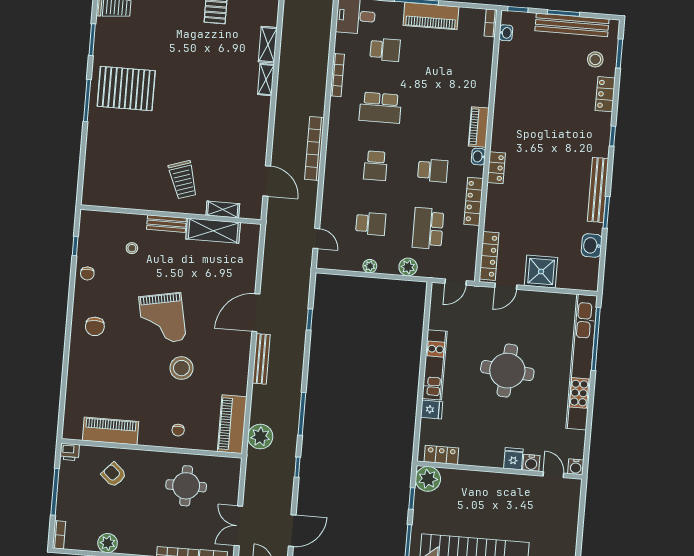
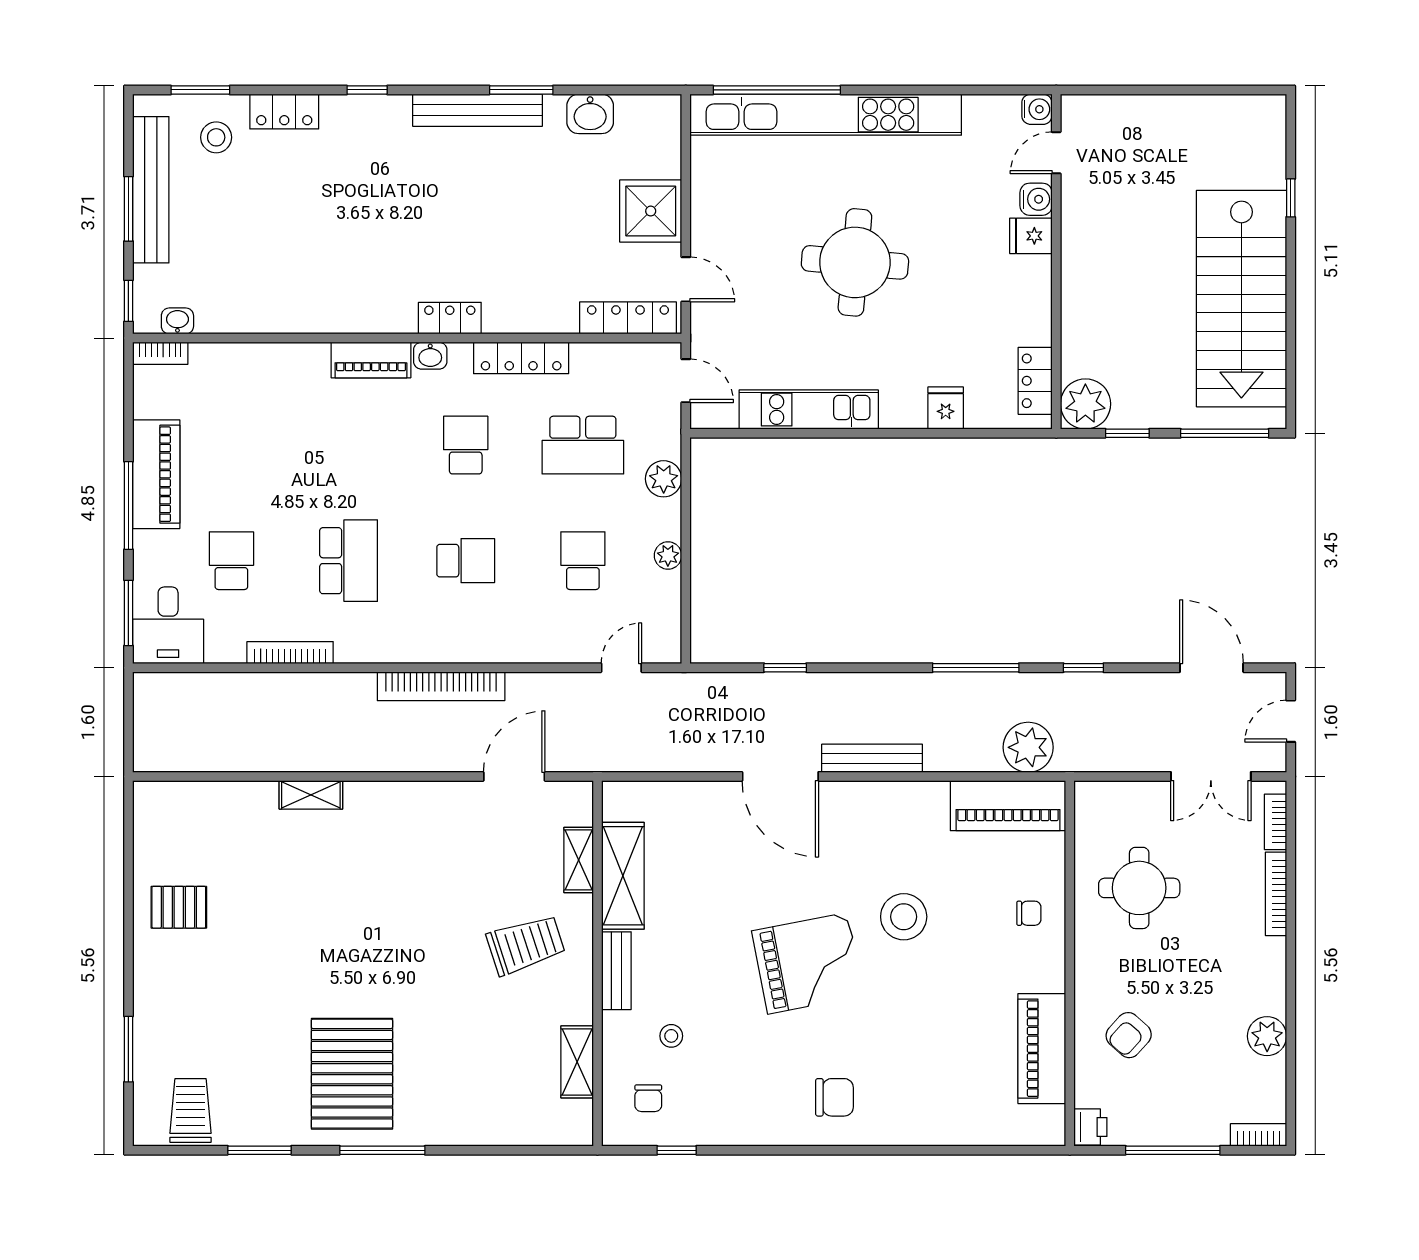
shelving: (268, 45) -> (577, 1062), moved, turned 90
chair: (87, 273) -> (648, 1098), moved, turned 90
kitchen unit: (434, 365) -> (809, 410), moved

